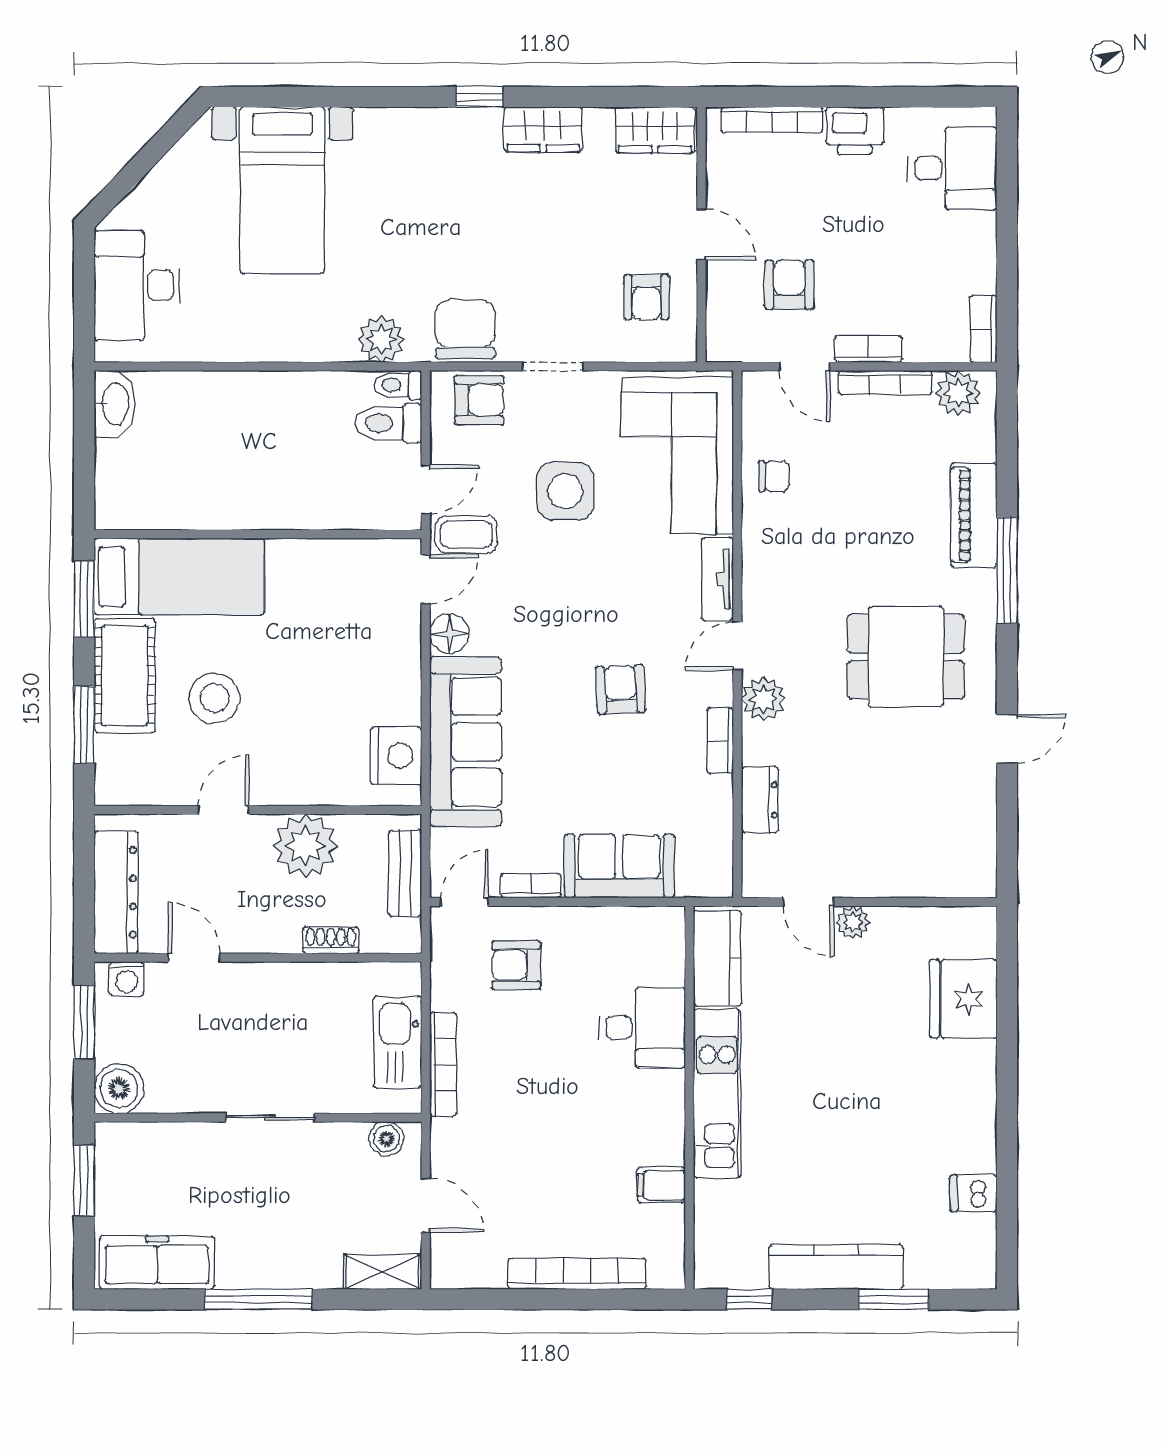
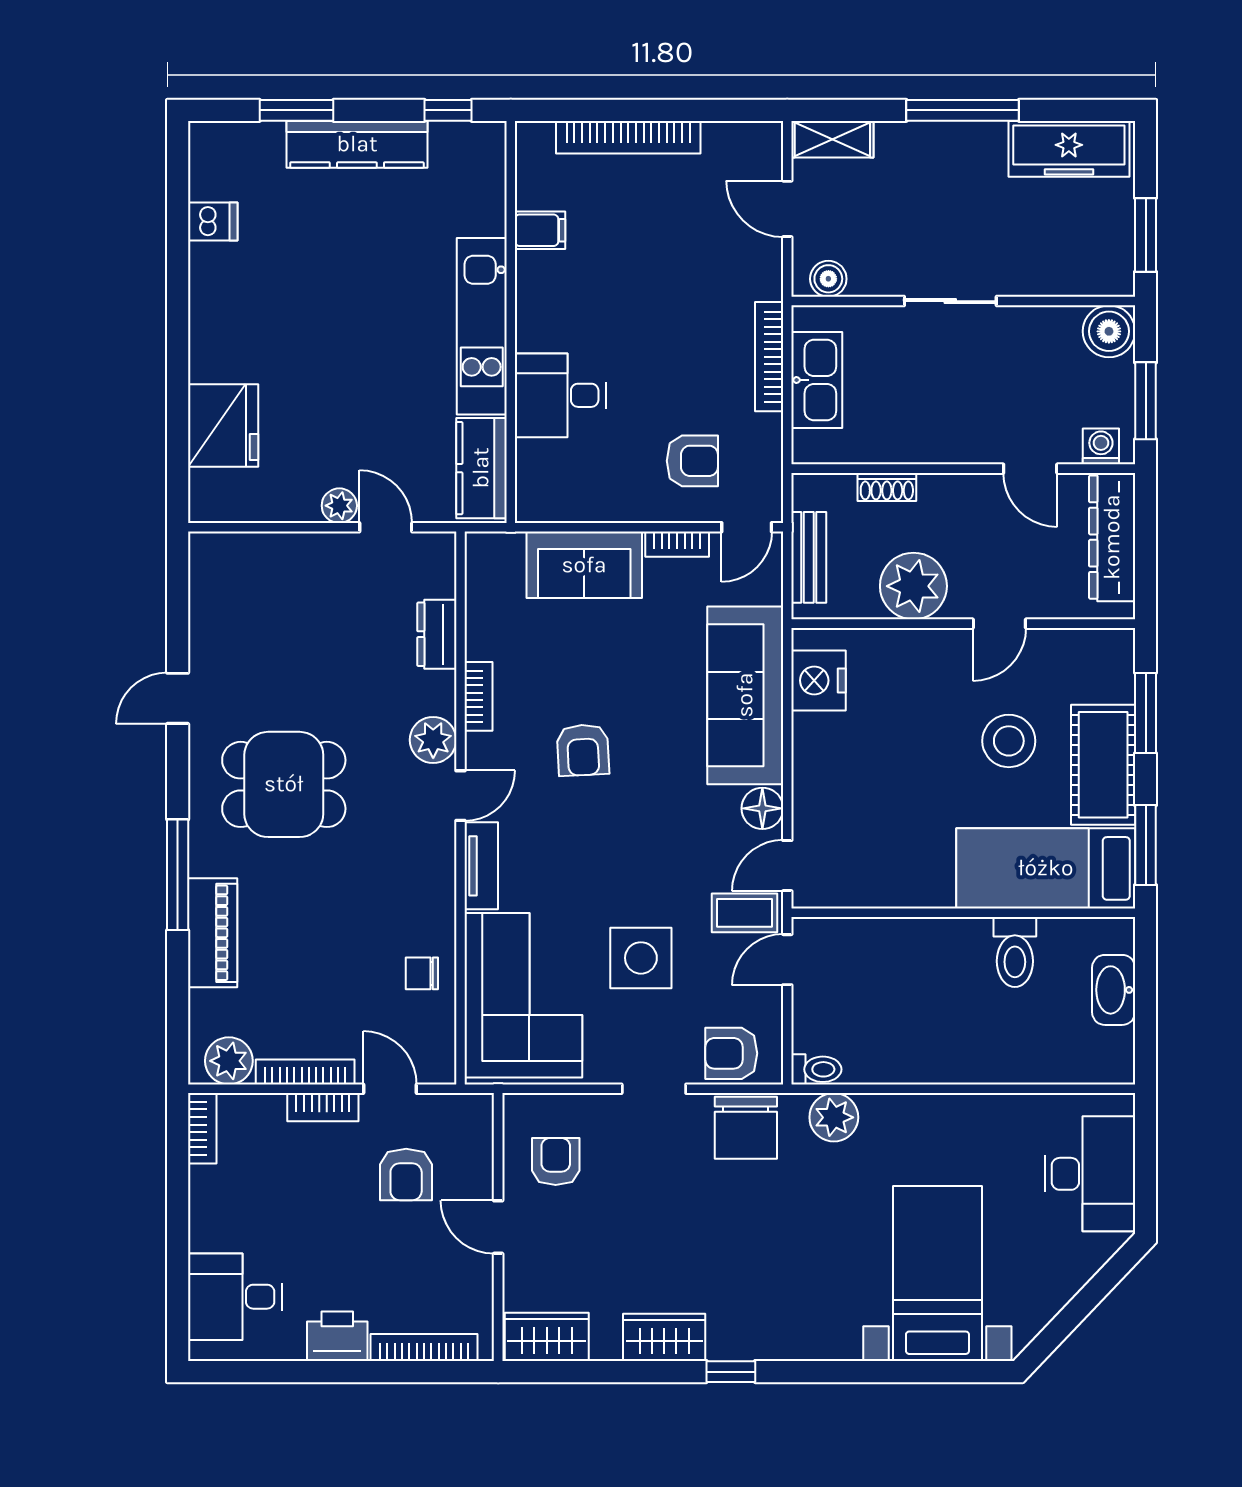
washbasin: (115, 404) -> (1114, 990), moved
toilet: (388, 423) -> (1015, 952), moved, turned 90

